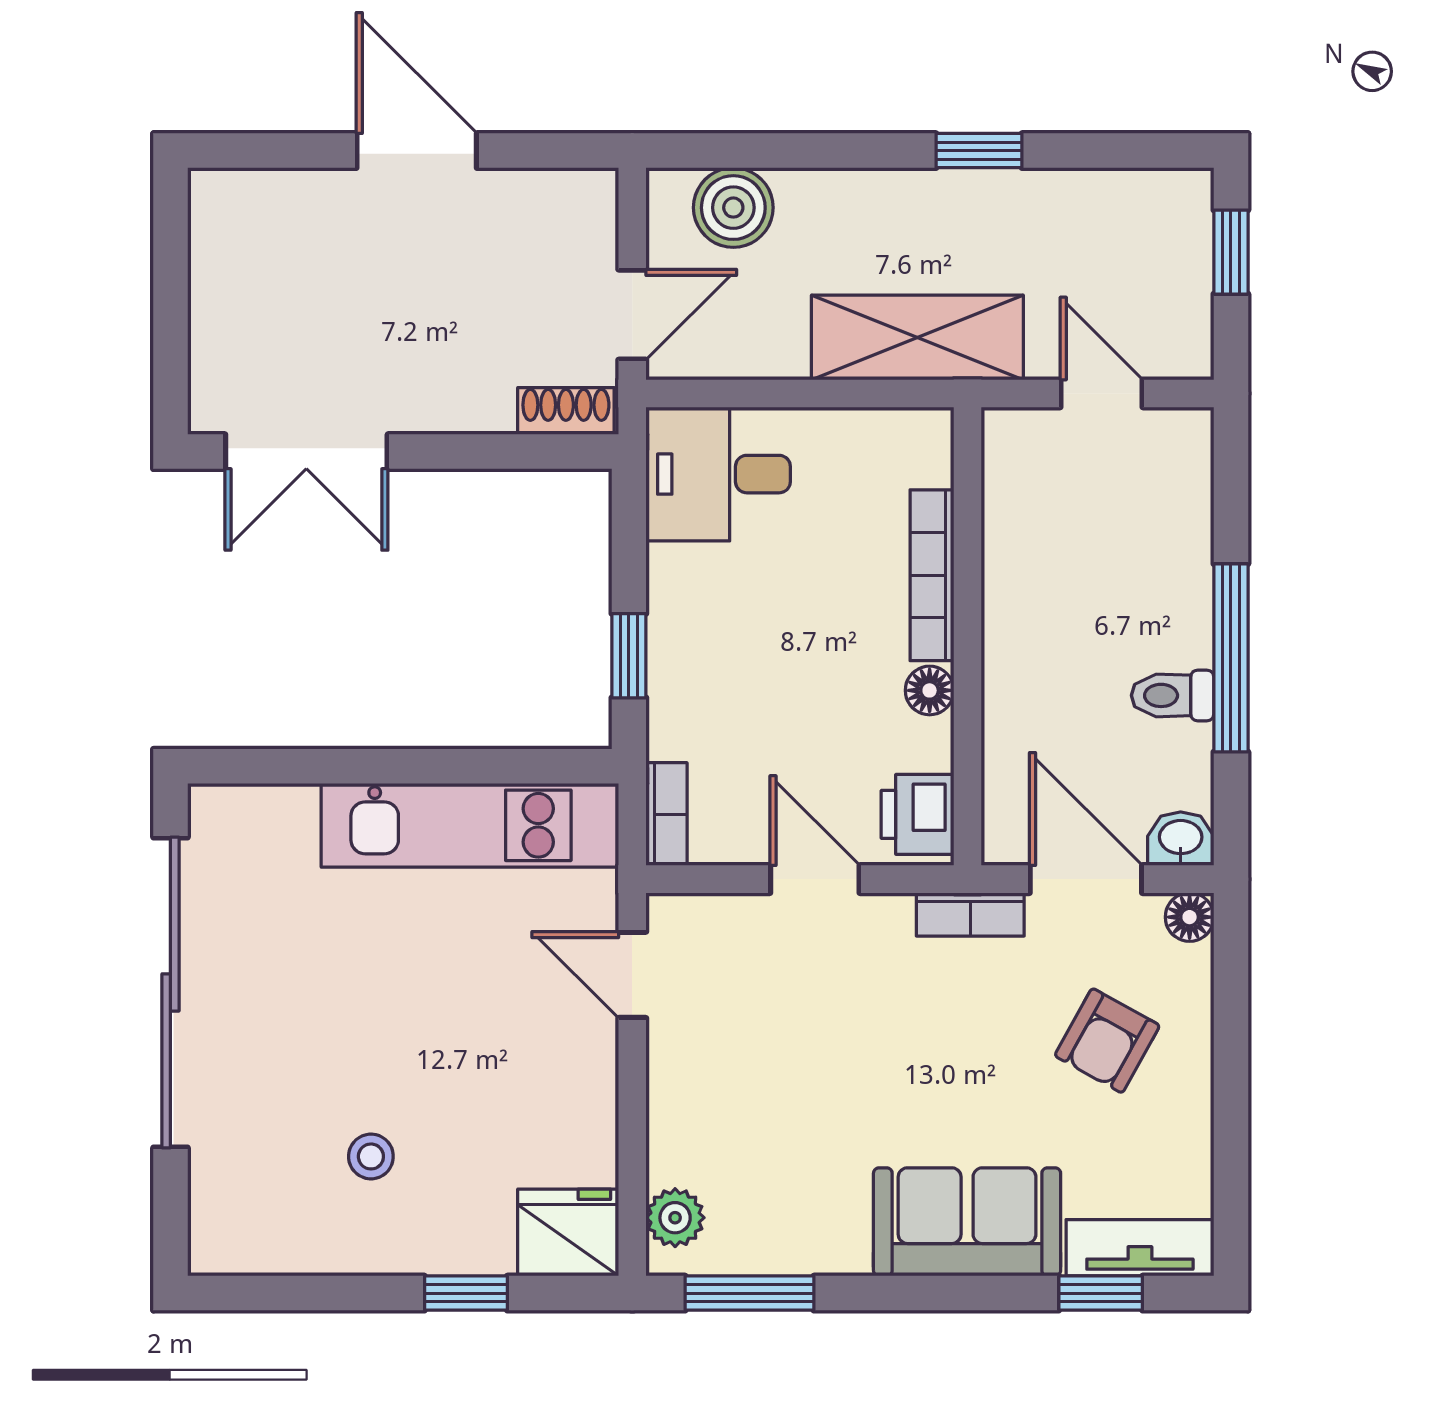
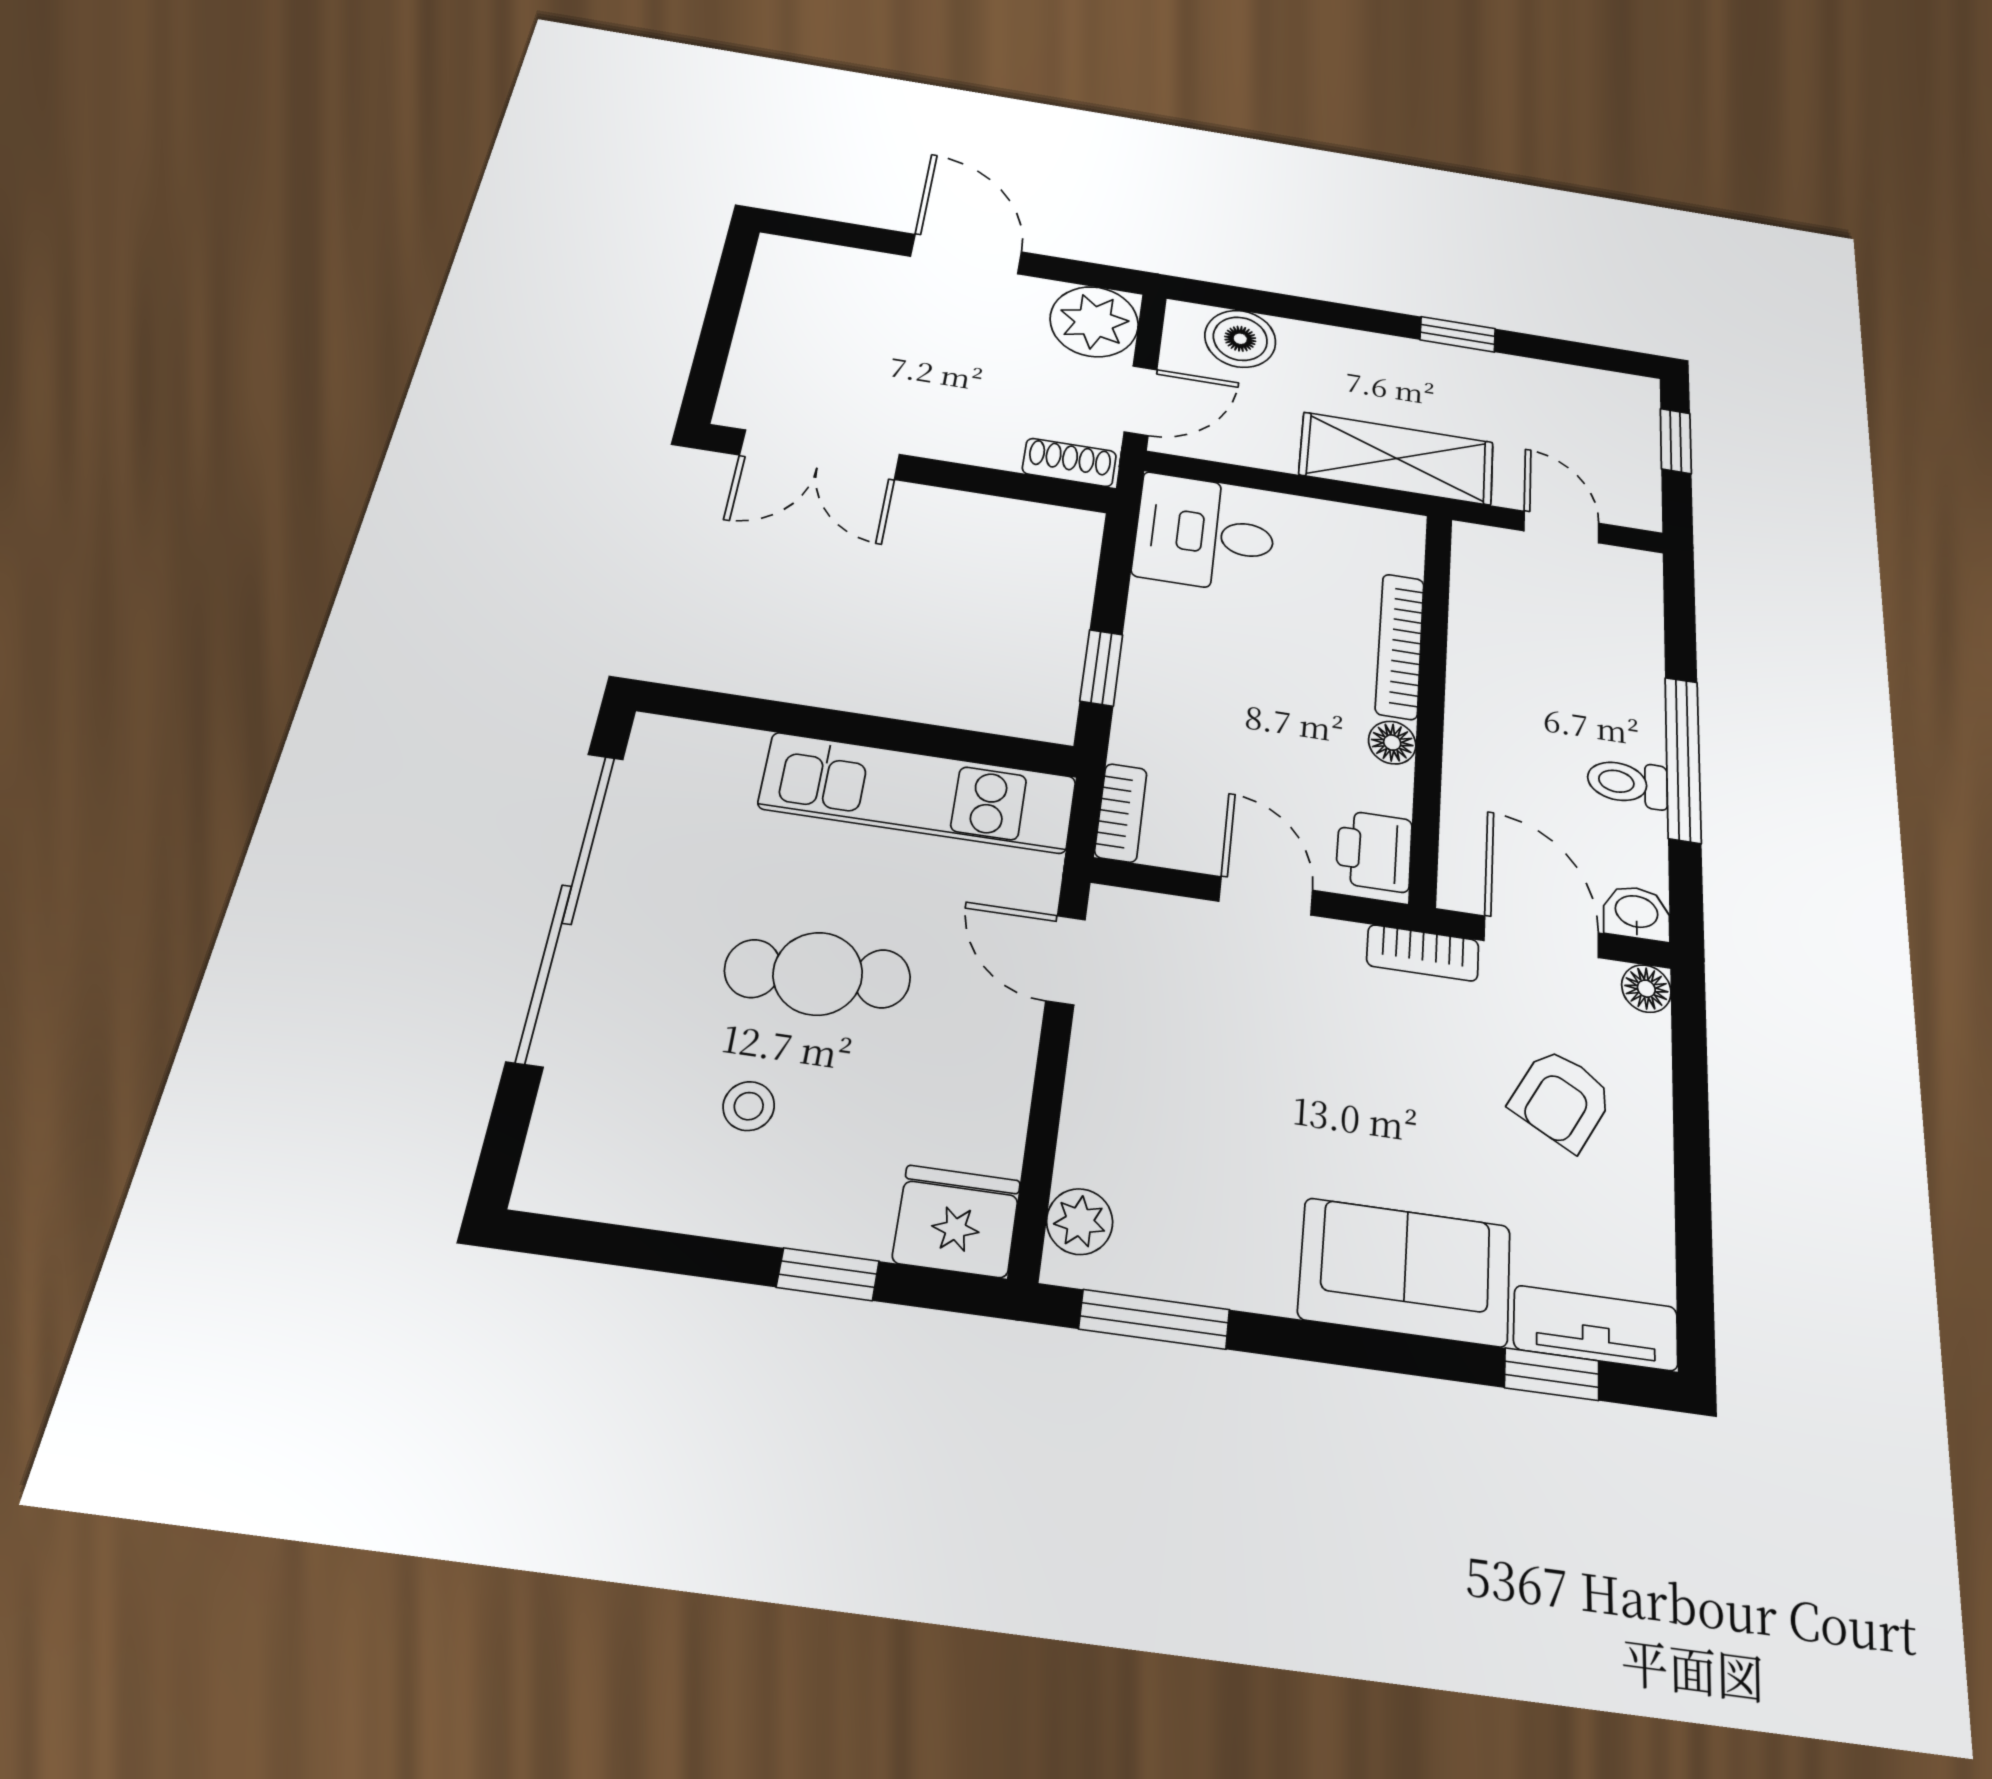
plant: (570, 217) -> (1094, 322), added
cafe table: (408, 1024) -> (818, 974), added

